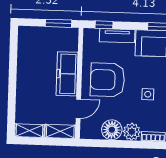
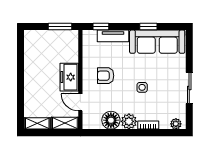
freezer: (67, 74) -> (69, 77), width x0.71
armchair: (107, 80) -> (106, 76), width x0.53, depth x0.53
door: (78, 109) -> (80, 102), swing flipped

